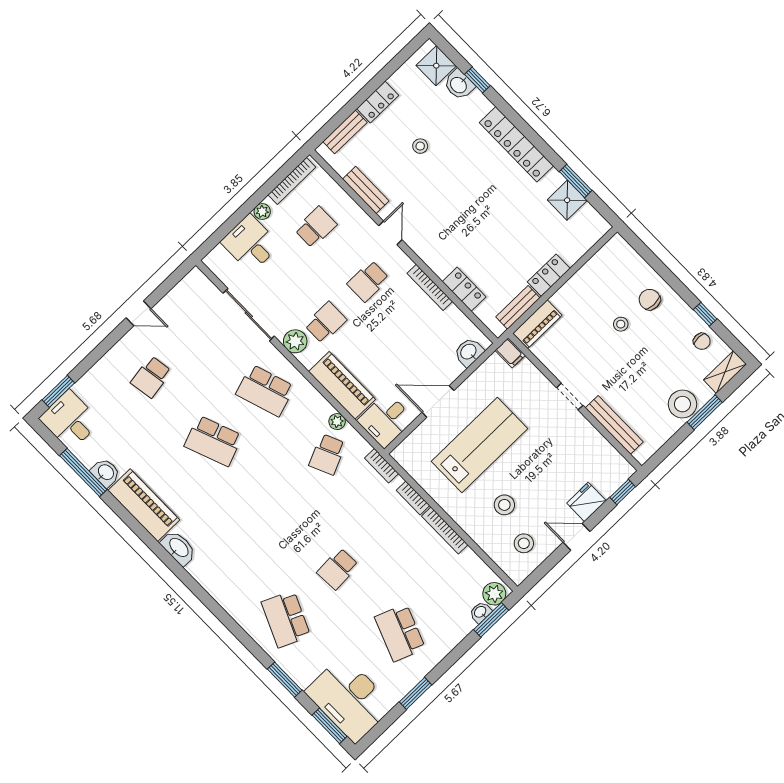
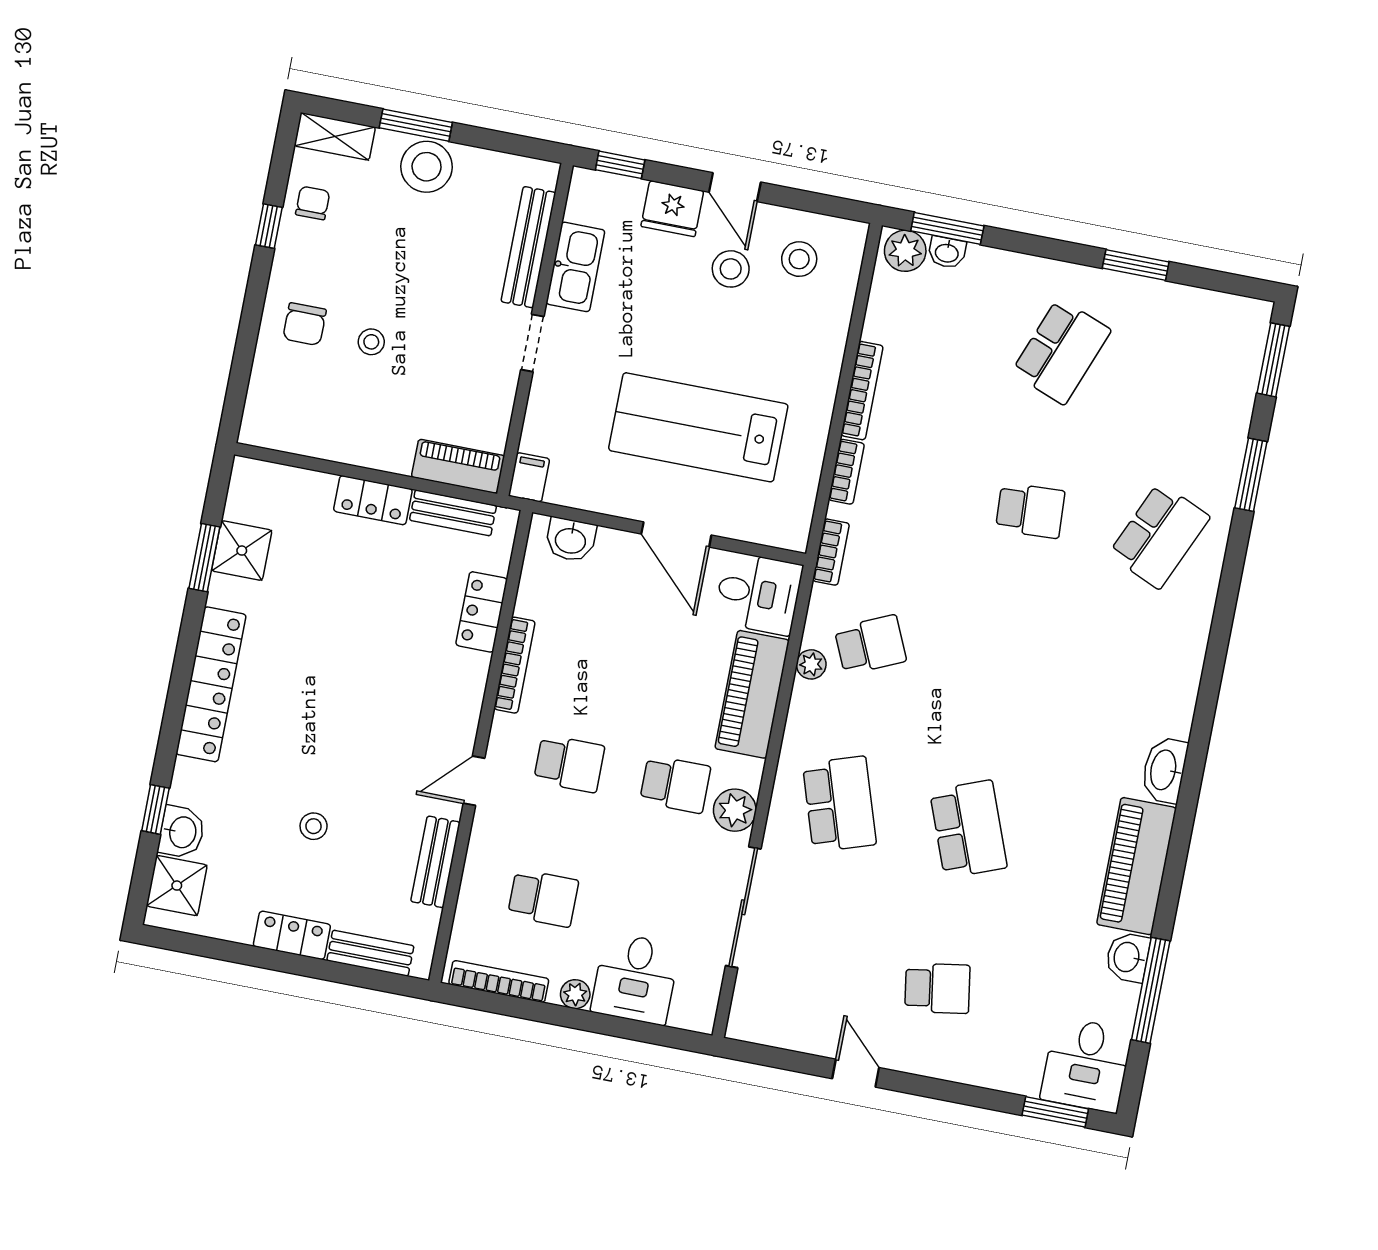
school desk: (316, 227) -> (543, 898), turned 180
school desk: (326, 323) -> (675, 784), turned 180
kitchen sink: (591, 440) -> (575, 267), added
stool: (504, 505) -> (731, 269), moved
desk: (349, 699) -> (1212, 358), removed

